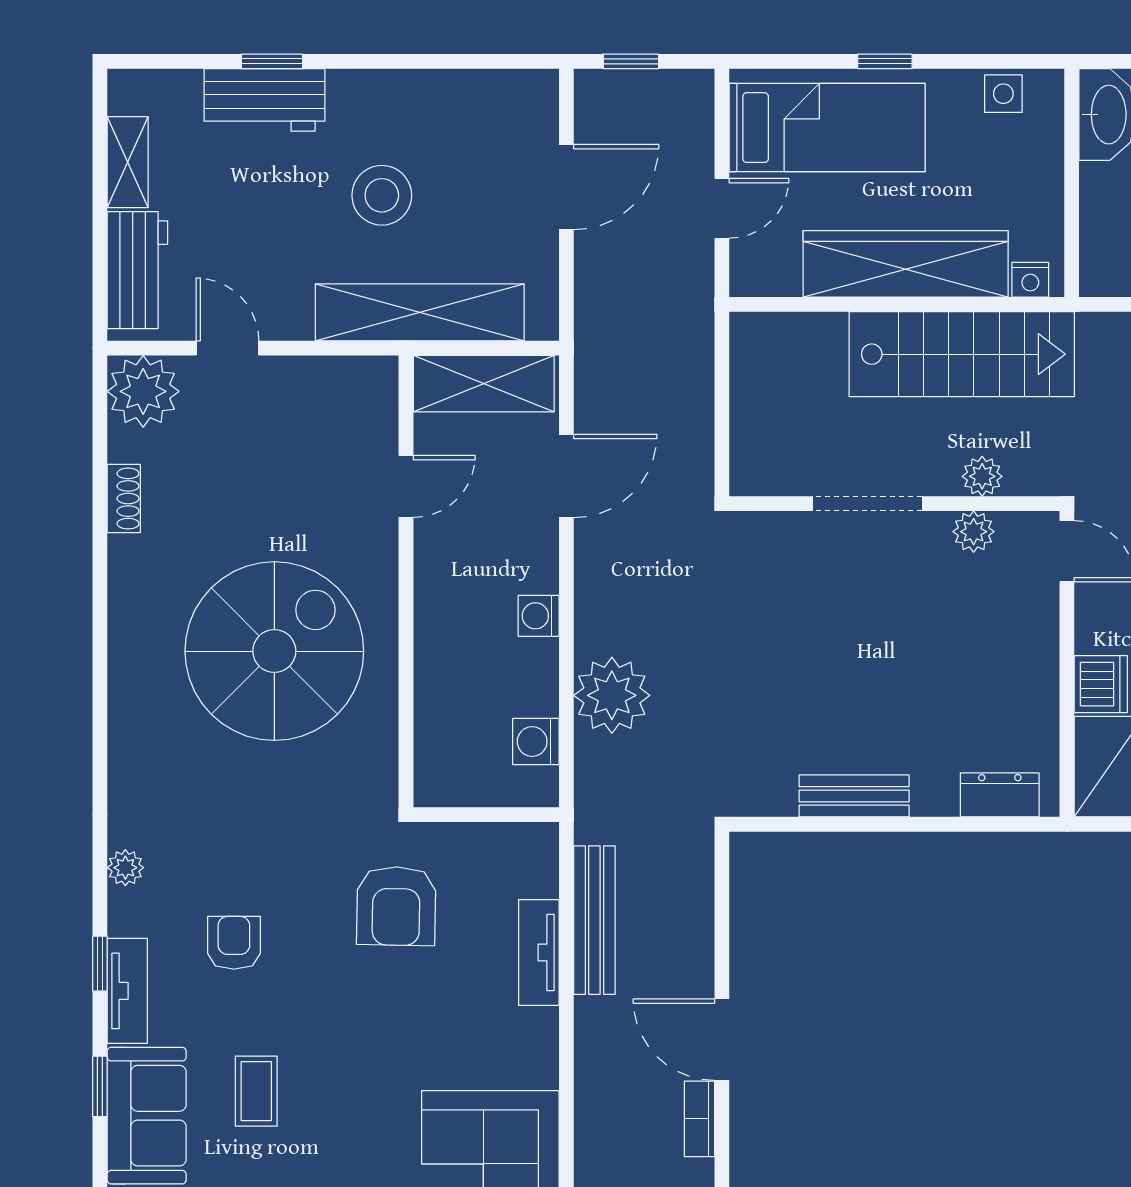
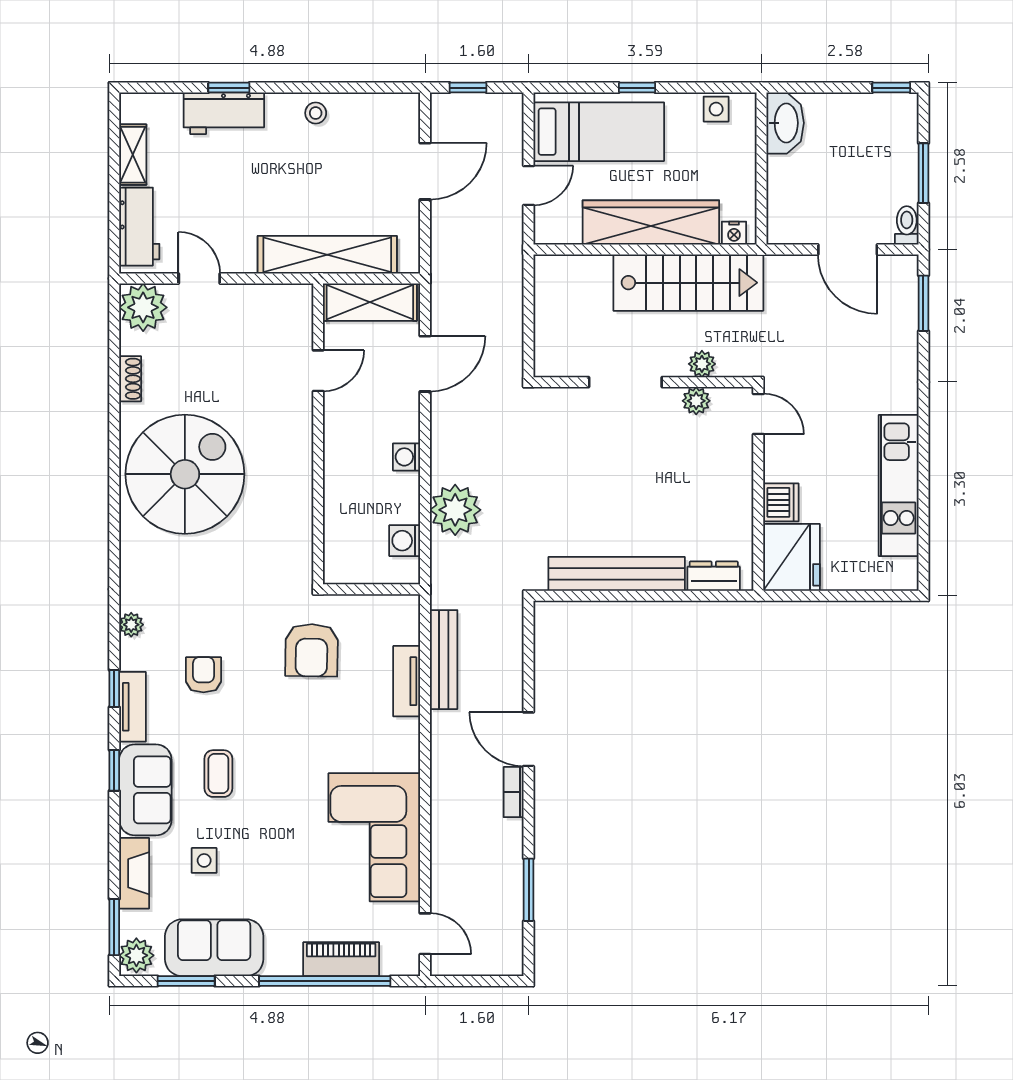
stool: (382, 195) -> (316, 113), moved, width x0.53, depth x0.53
spiral stairs: (274, 651) -> (185, 474), moved
bench: (854, 796) -> (617, 574), width x1.86, depth x1.21

